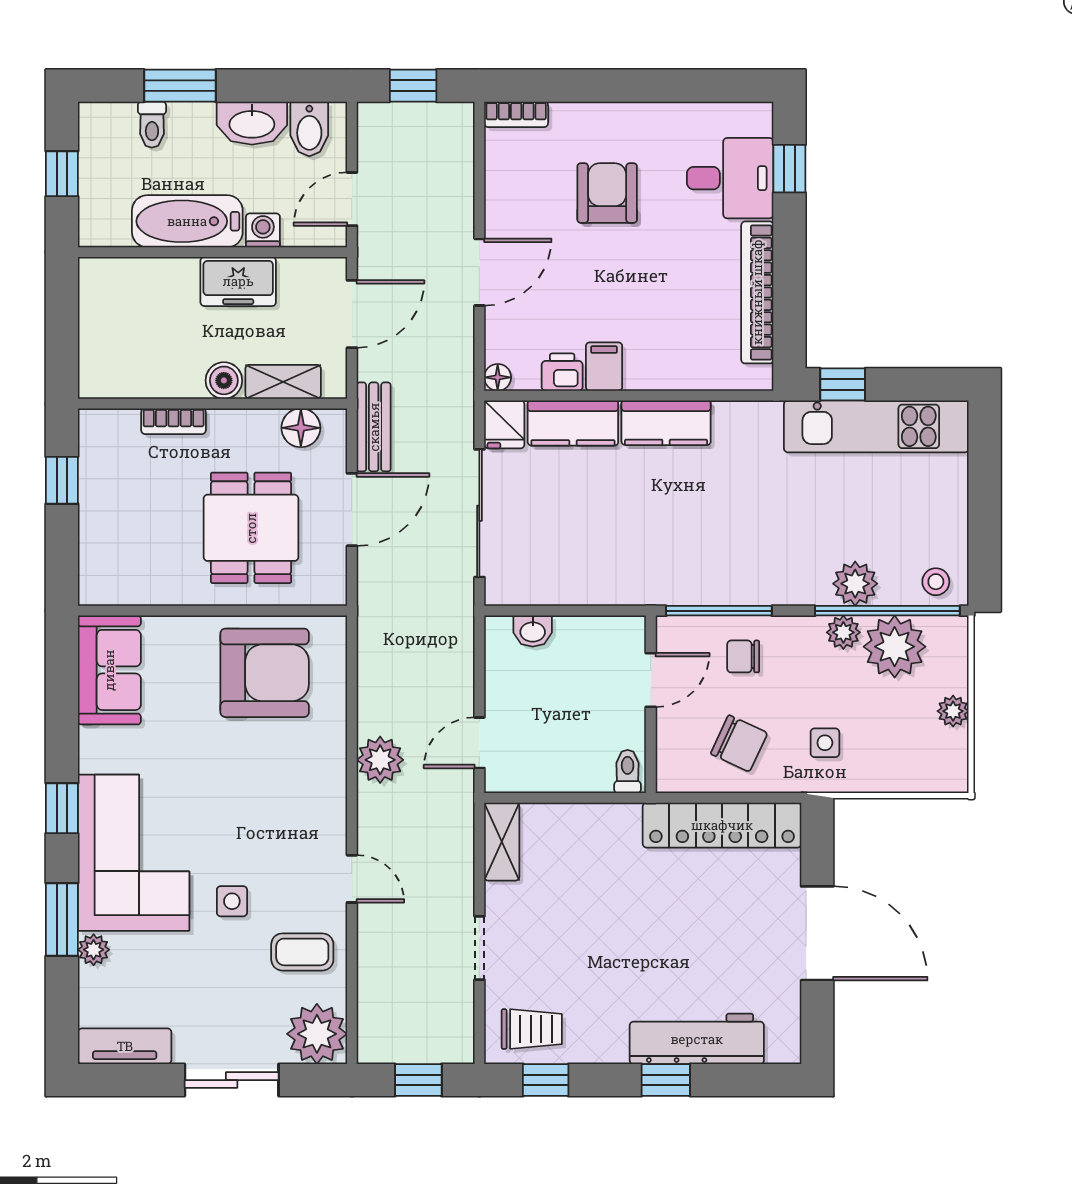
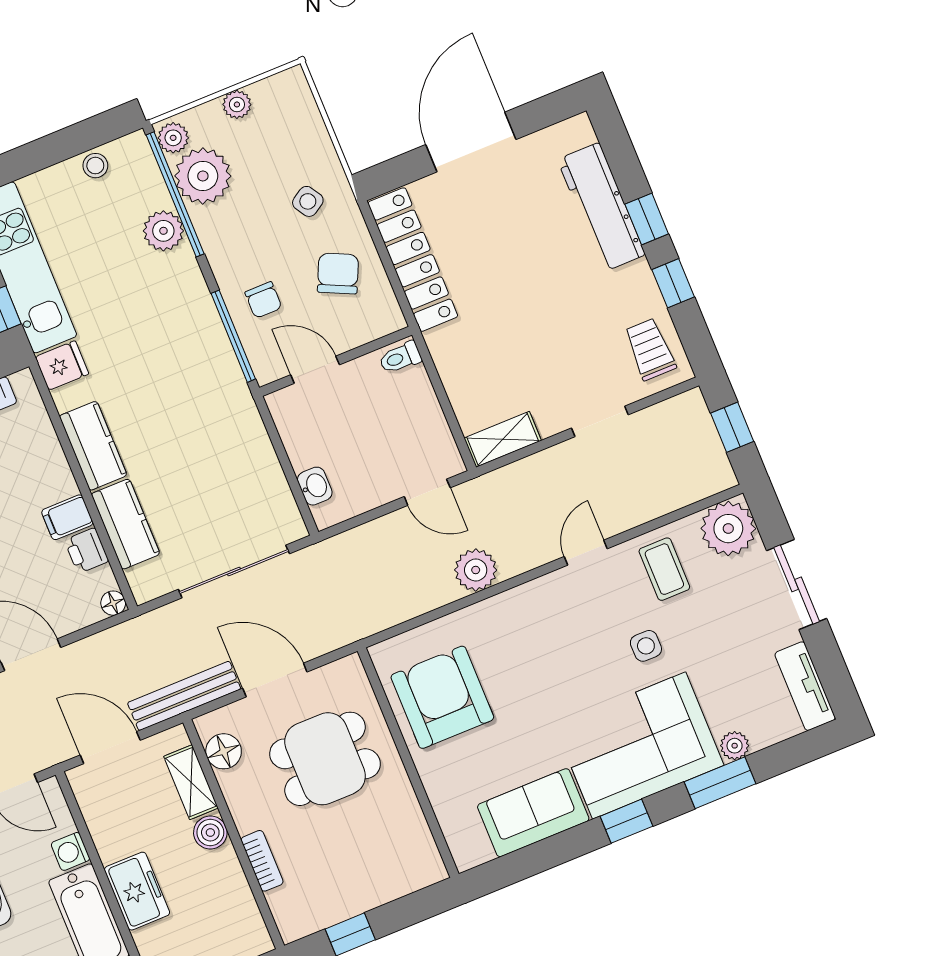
freezer: (238, 281) -> (137, 891), moved
fridge: (504, 424) -> (62, 365), moved
bench: (374, 427) -> (184, 696), width x1.36
stool: (936, 582) -> (95, 166), moved
plant: (843, 632) -> (173, 138), moved
sofa: (109, 670) -> (533, 813), moved
side table: (825, 743) -> (308, 201), turned -32
window: (546, 1080) -> (673, 283), moved

